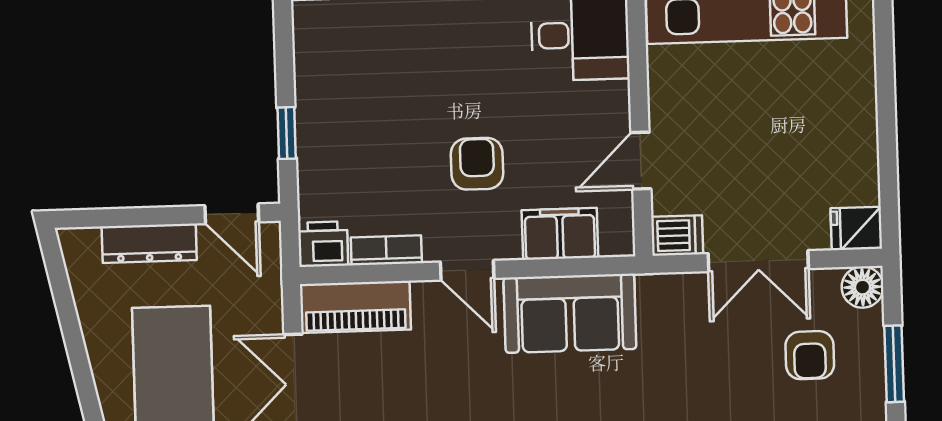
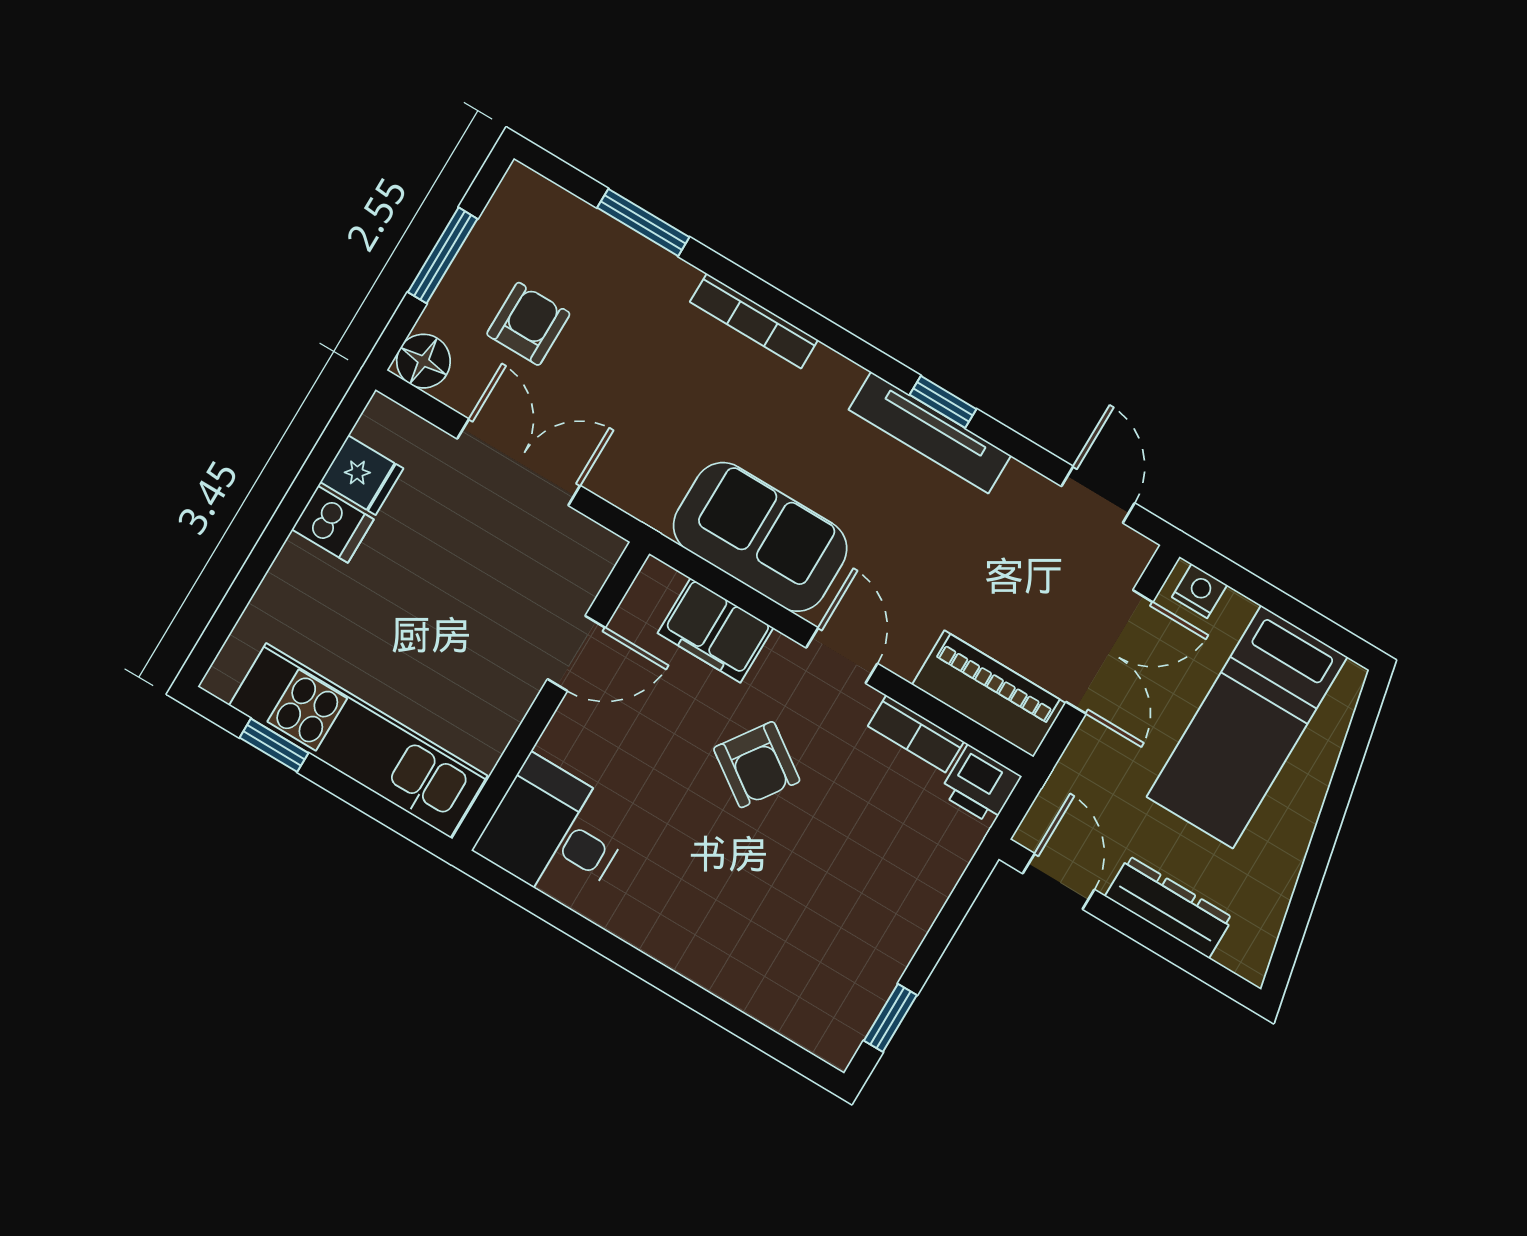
window: (287, 133) -> (890, 1018), moved
armchair: (477, 164) -> (757, 765), turned -55
fridge: (856, 228) -> (362, 475), moved
dishwasher: (677, 235) -> (333, 524), moved, turned 180

